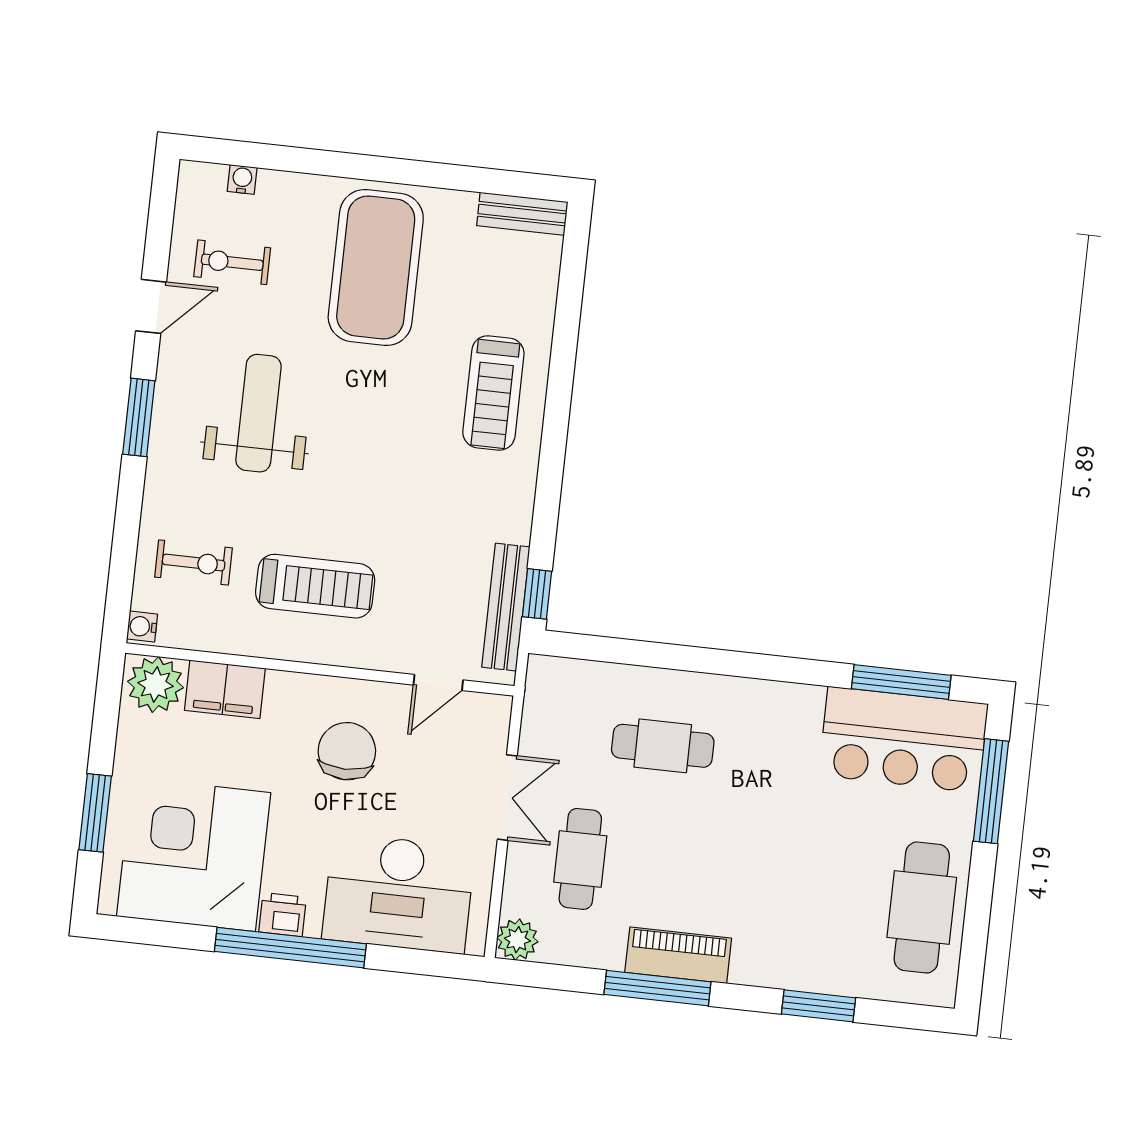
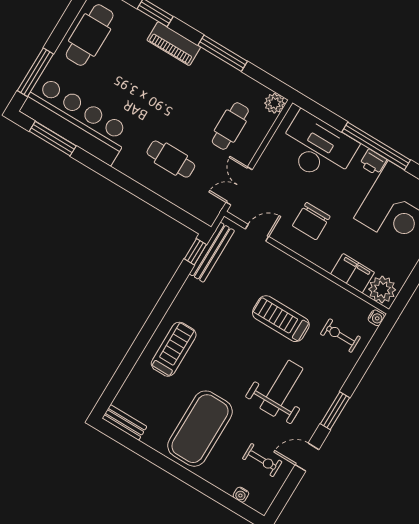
weight bench: (258, 413) -> (281, 388), turned 180
treadmill: (315, 586) -> (281, 319), moved
bar counter: (903, 739) -> (76, 120), width x1.36
double door: (507, 798) -> (239, 186), moved
piano: (678, 955) -> (174, 44), moved

